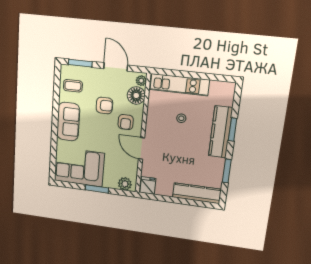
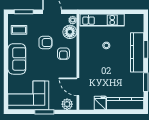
door: (142, 148) -> (78, 87), moved
fridge: (148, 186) -> (100, 103), moved

